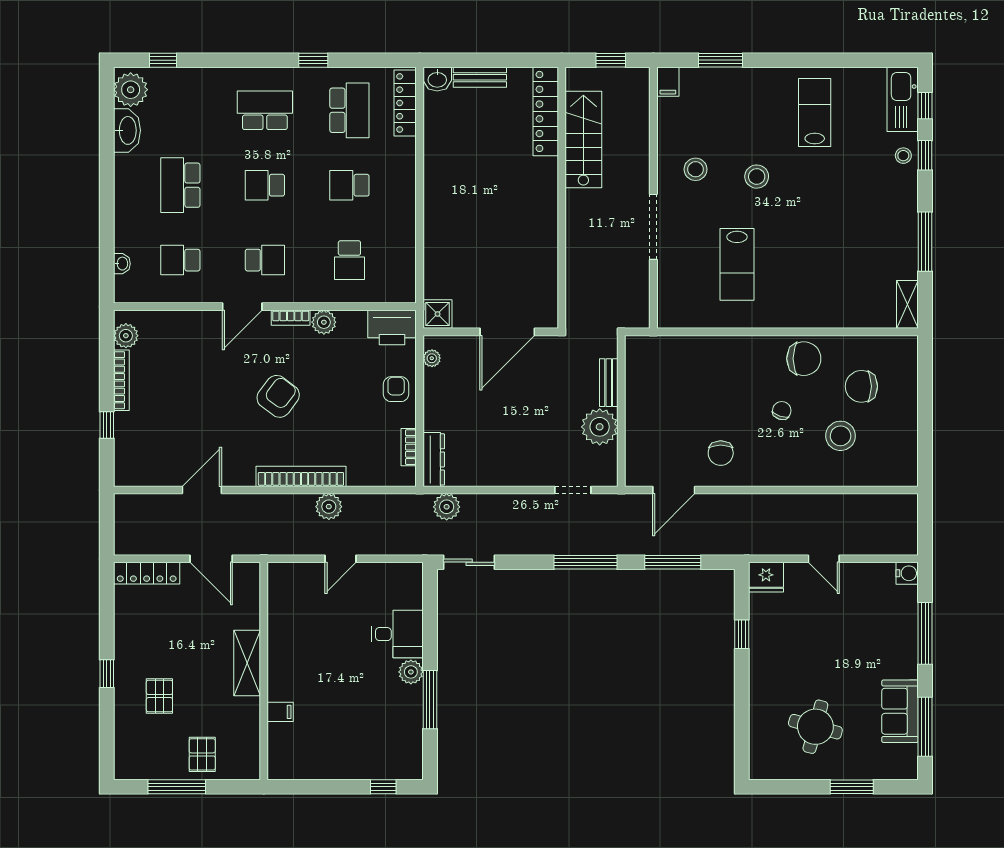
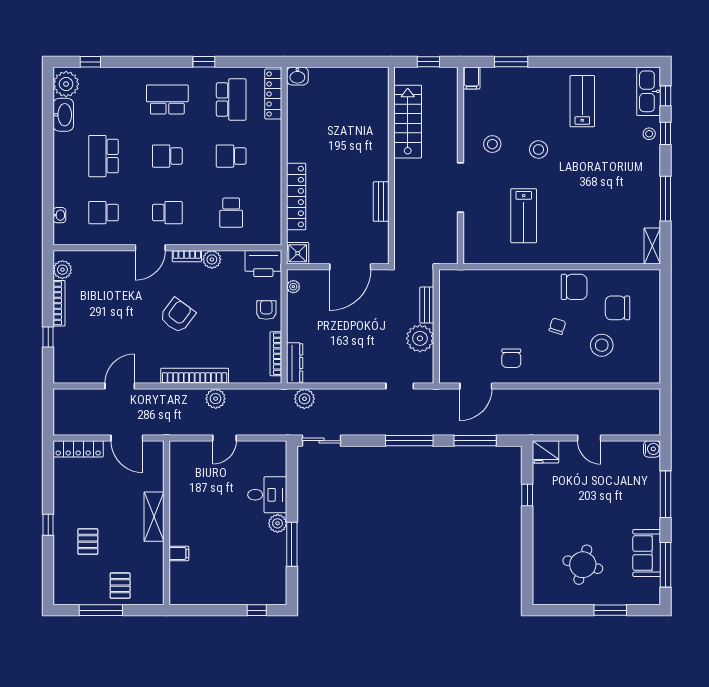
bench: (480, 77) -> (381, 201), moved, turned 90
locker: (546, 111) -> (296, 197), moved, turned 180
bookcase: (409, 447) -> (276, 354), width x1.56

